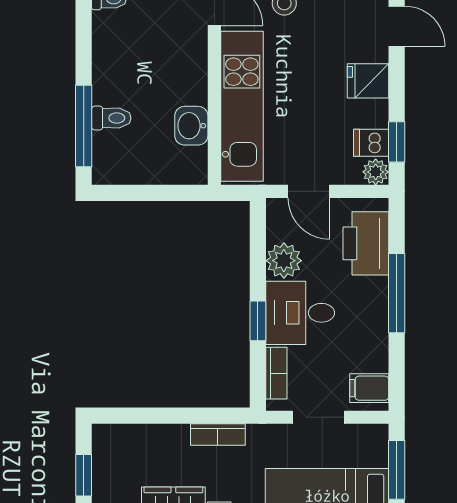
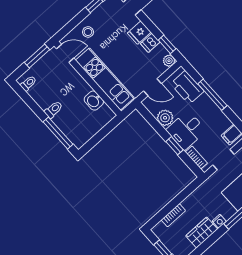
toilet: (111, 118) -> (54, 110), moved
dishwasher: (371, 143) -> (150, 43), moved
bookcase: (218, 435) -> (173, 215), moved

